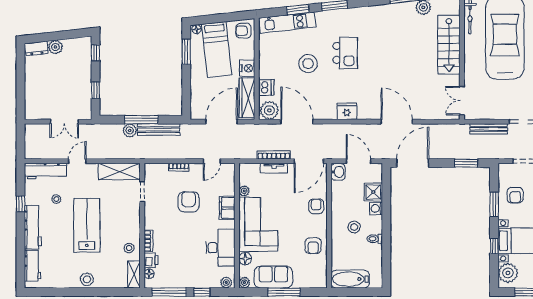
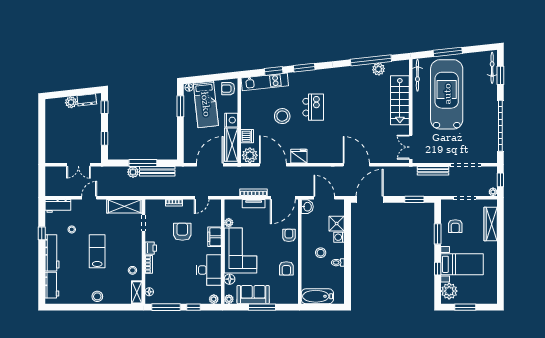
dresser: (36, 48) -> (87, 100), moved
fridge: (347, 111) -> (299, 156), moved
workbench: (45, 171) -> (58, 206), width x0.73
lab bench: (87, 225) -> (97, 251), width x0.73, depth x0.72
printer: (151, 260) -> (151, 248), moved

